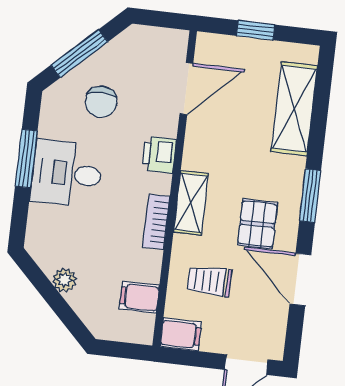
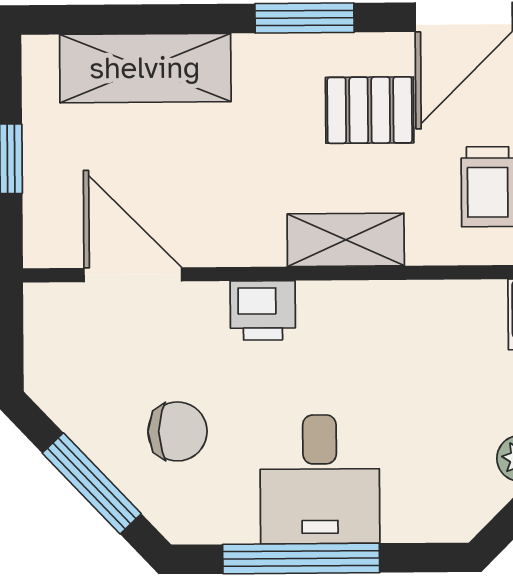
window: (26, 159) -> (301, 558), width x1.44
bookcase: (156, 222) -> (389, 300), removed

